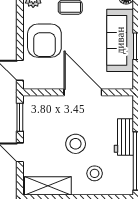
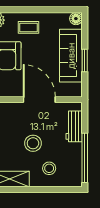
workbench: (124, 137) -> (74, 126), moved

